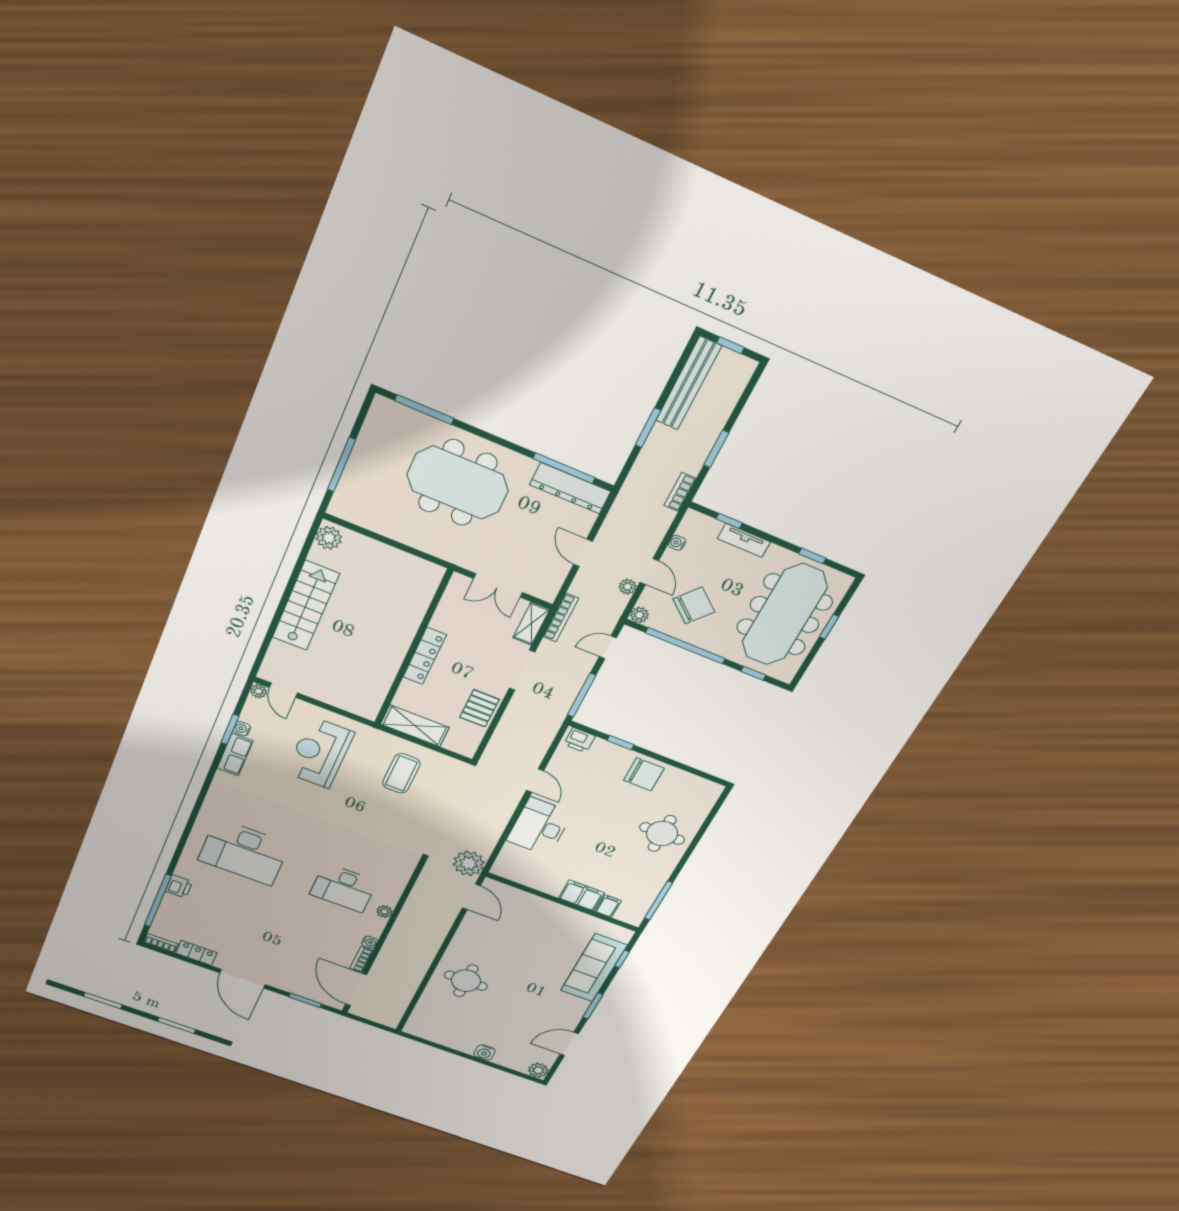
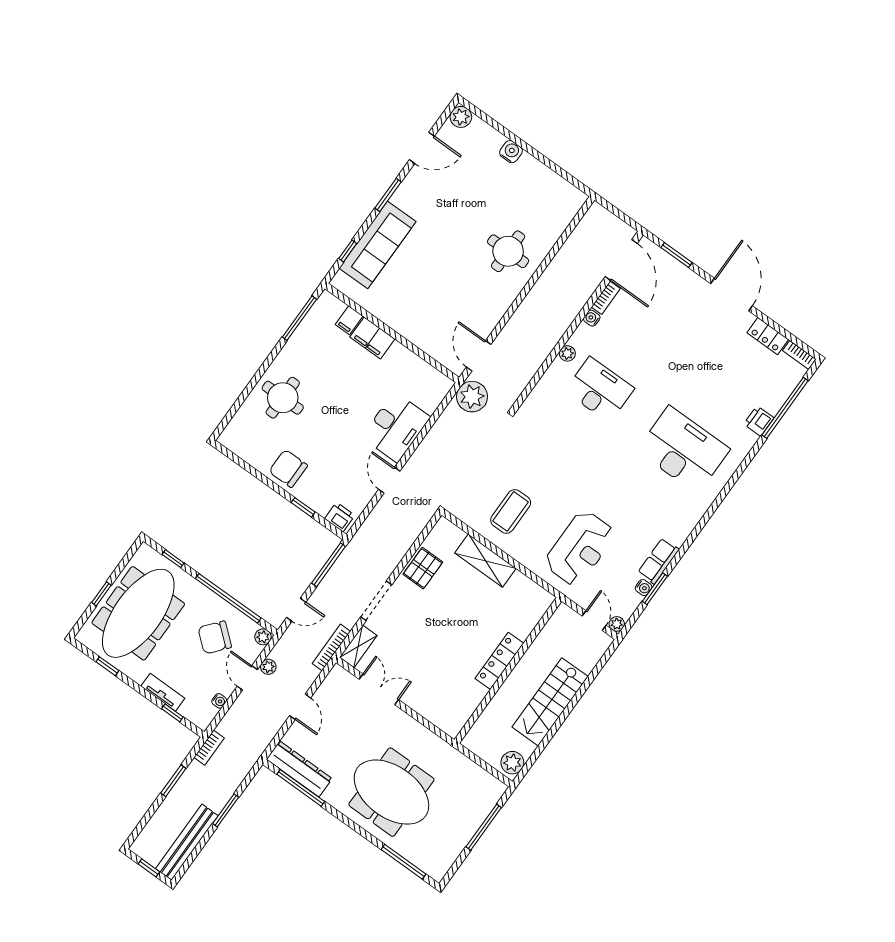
wall: (413, 648) -> (508, 670), moved
locker: (425, 656) -> (499, 661), moved

